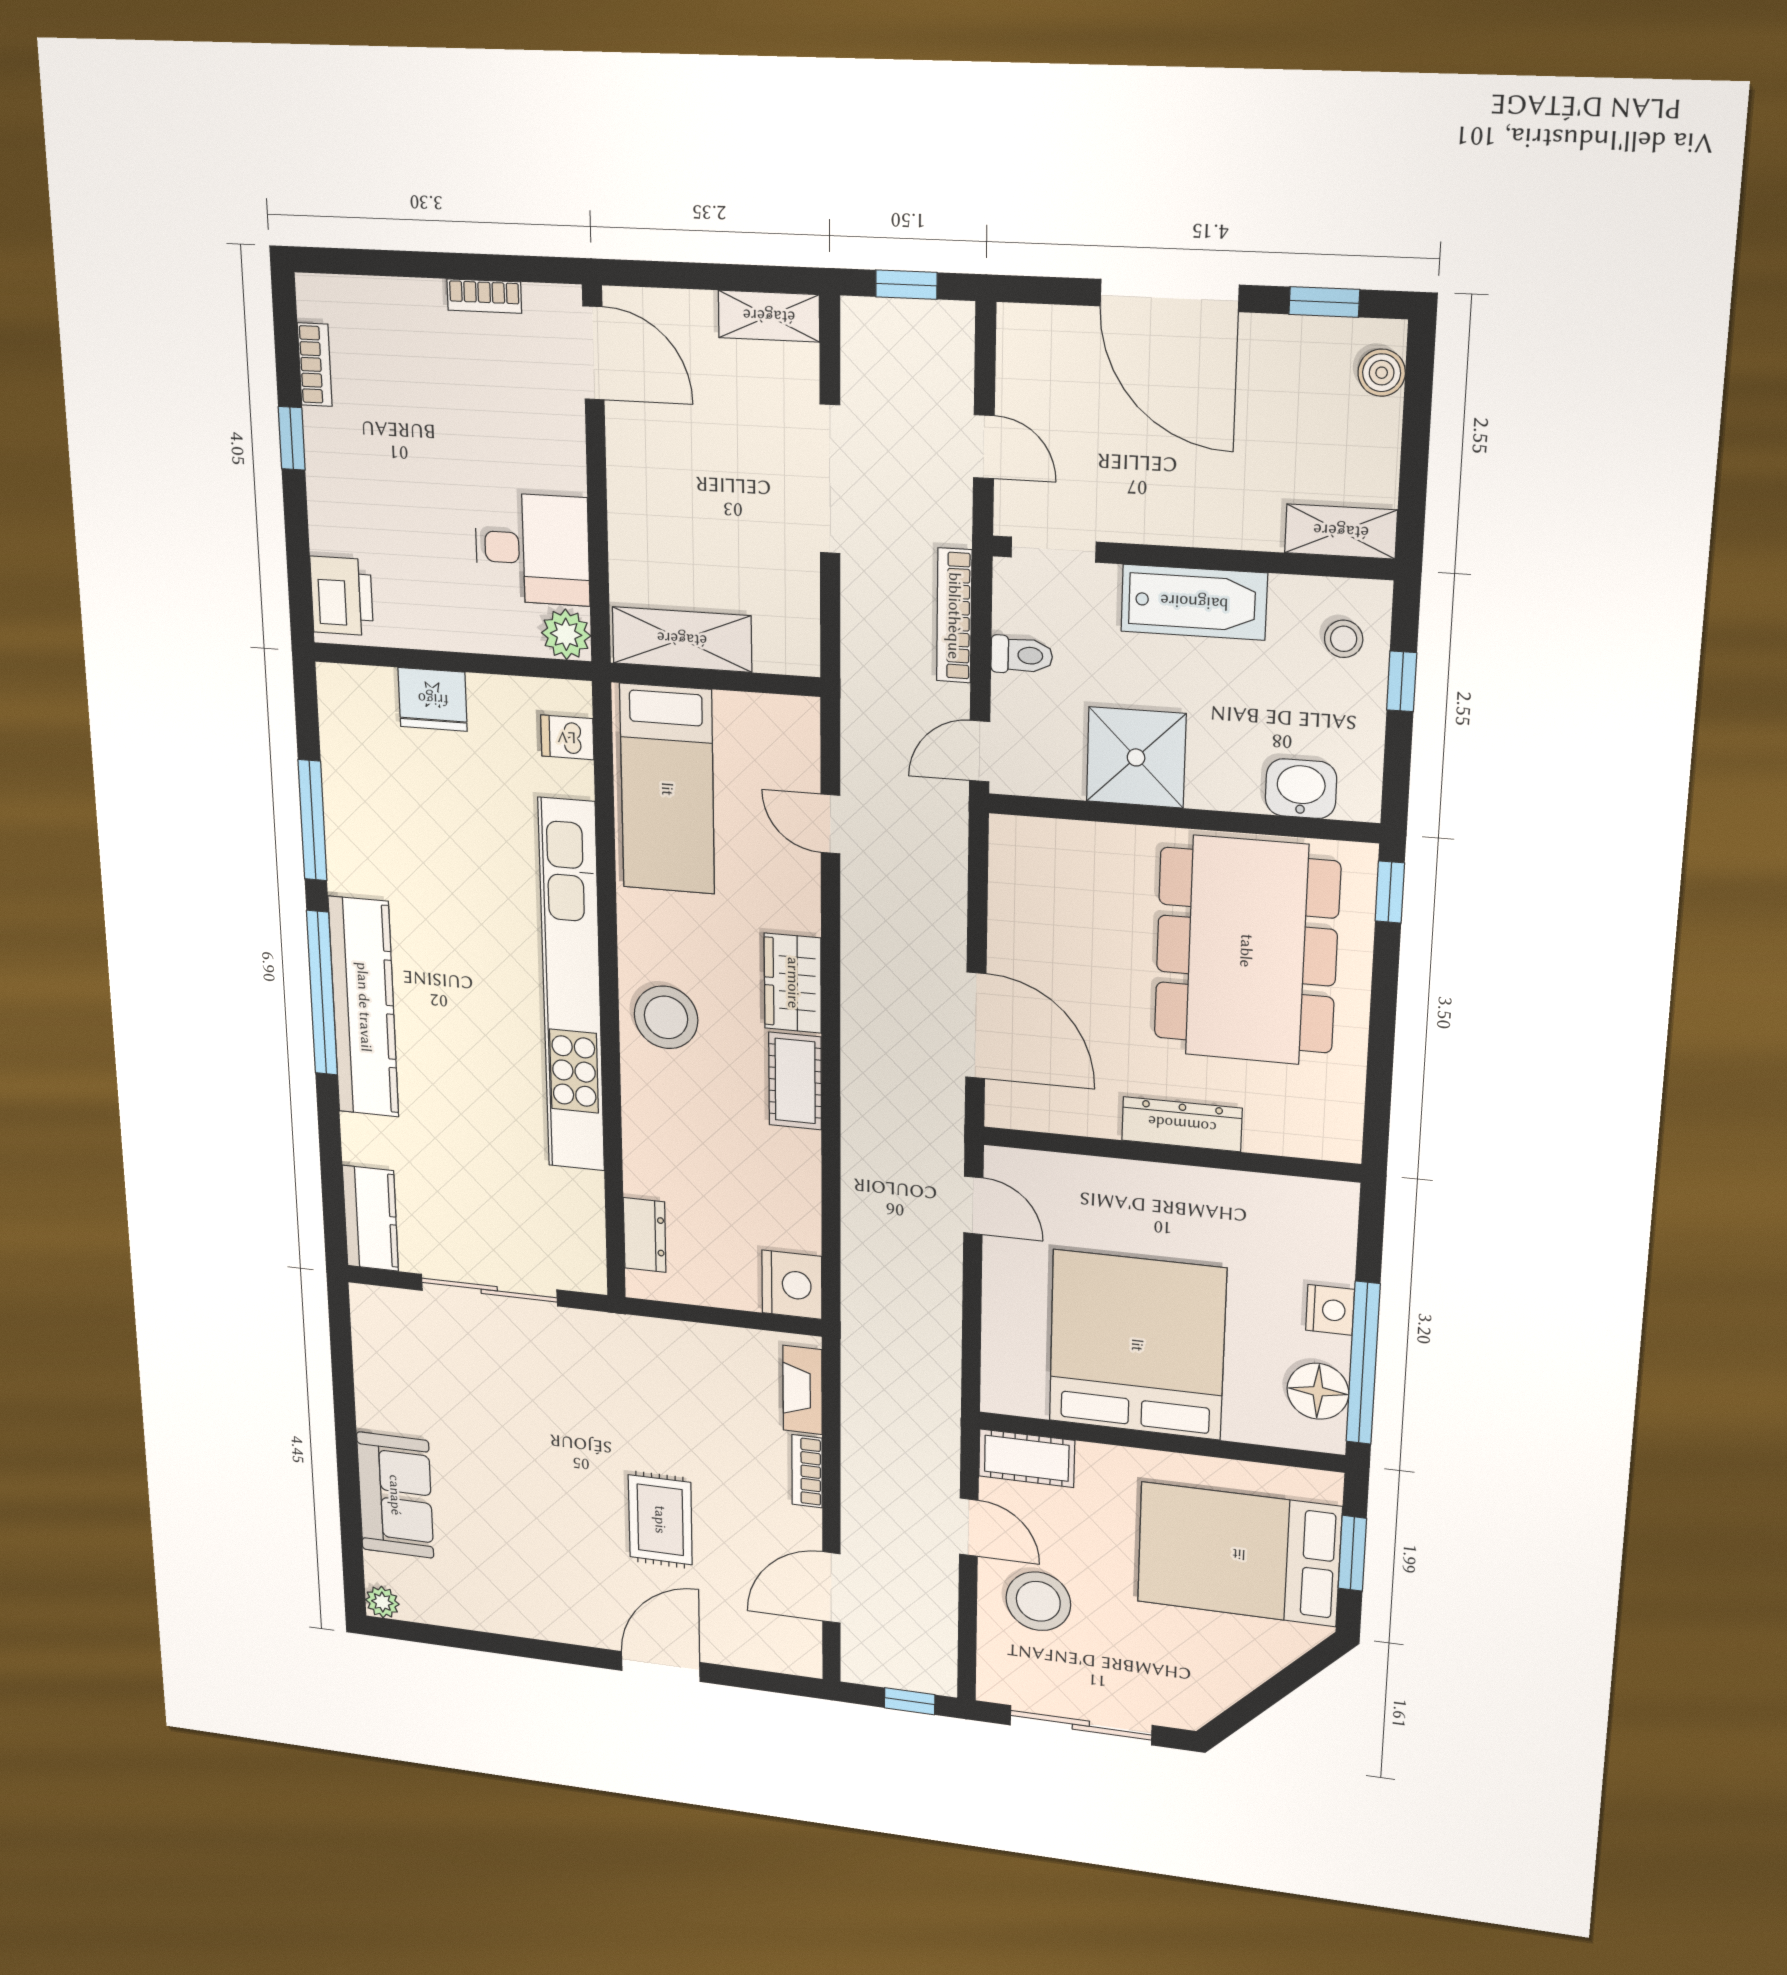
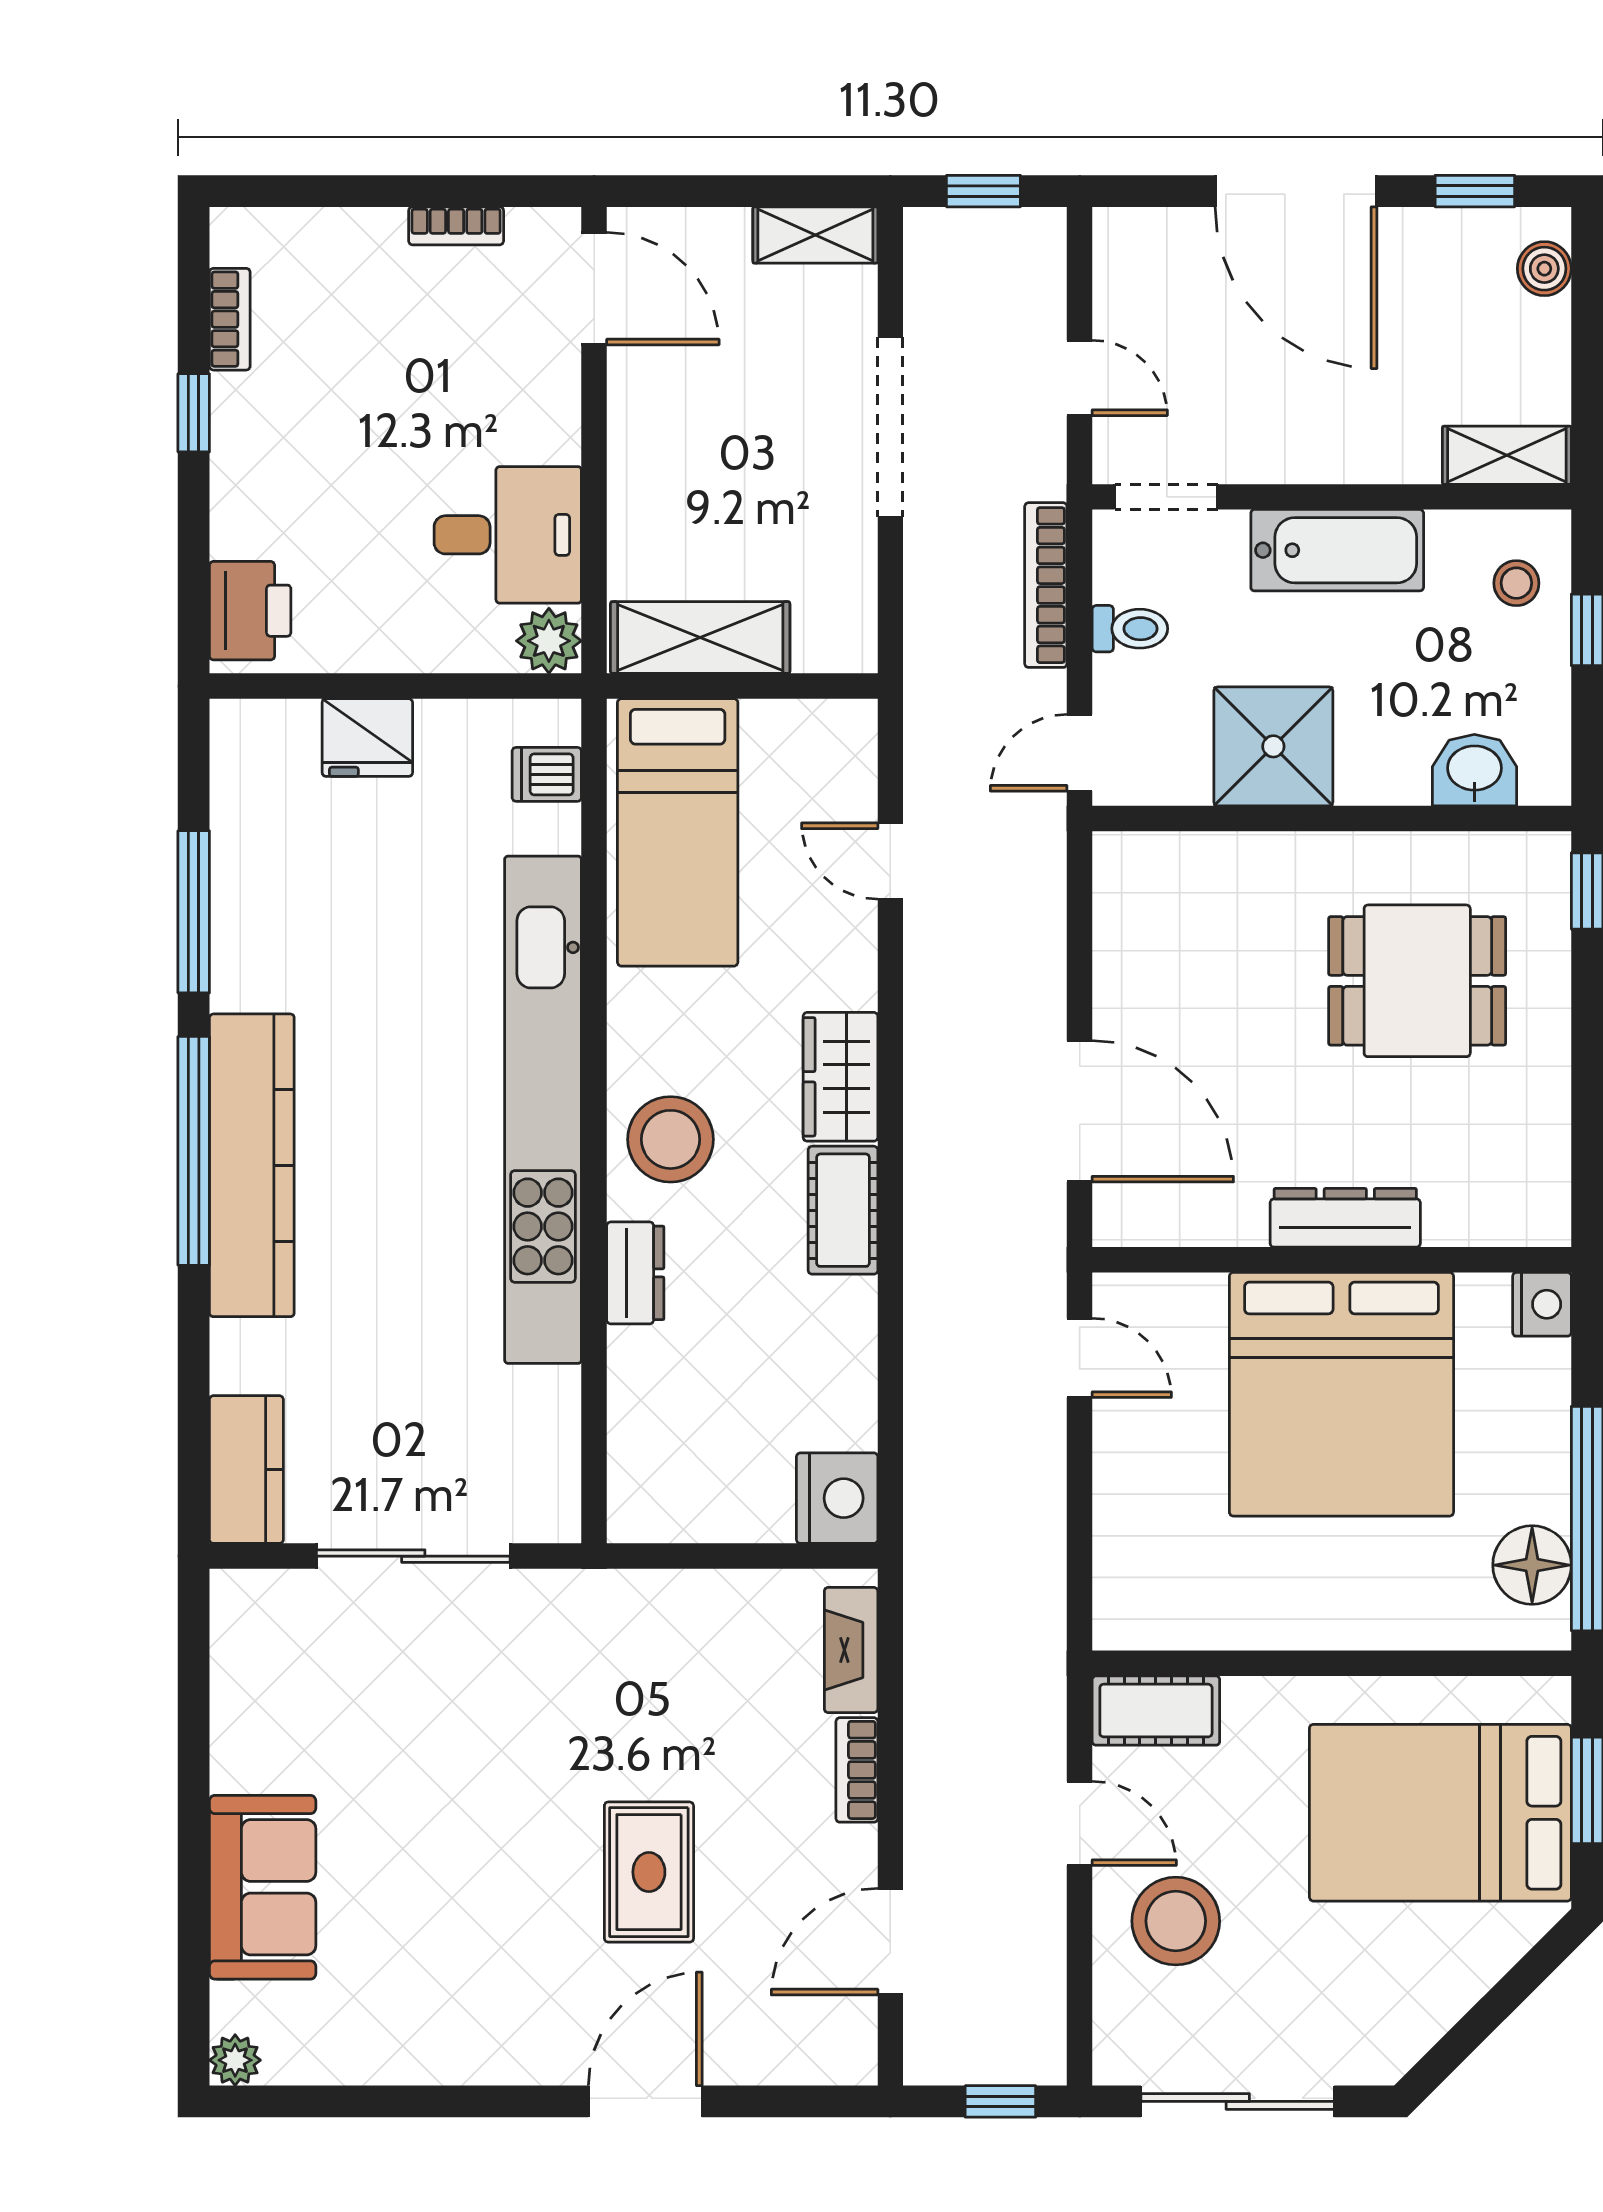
dining table: (1246, 951) -> (1417, 981), width x0.53, depth x0.80
dresser: (645, 1235) -> (635, 1273), moved
nightstand: (1330, 1310) -> (1542, 1304), moved
bed: (1137, 1345) -> (1341, 1394), moved, turned 180

